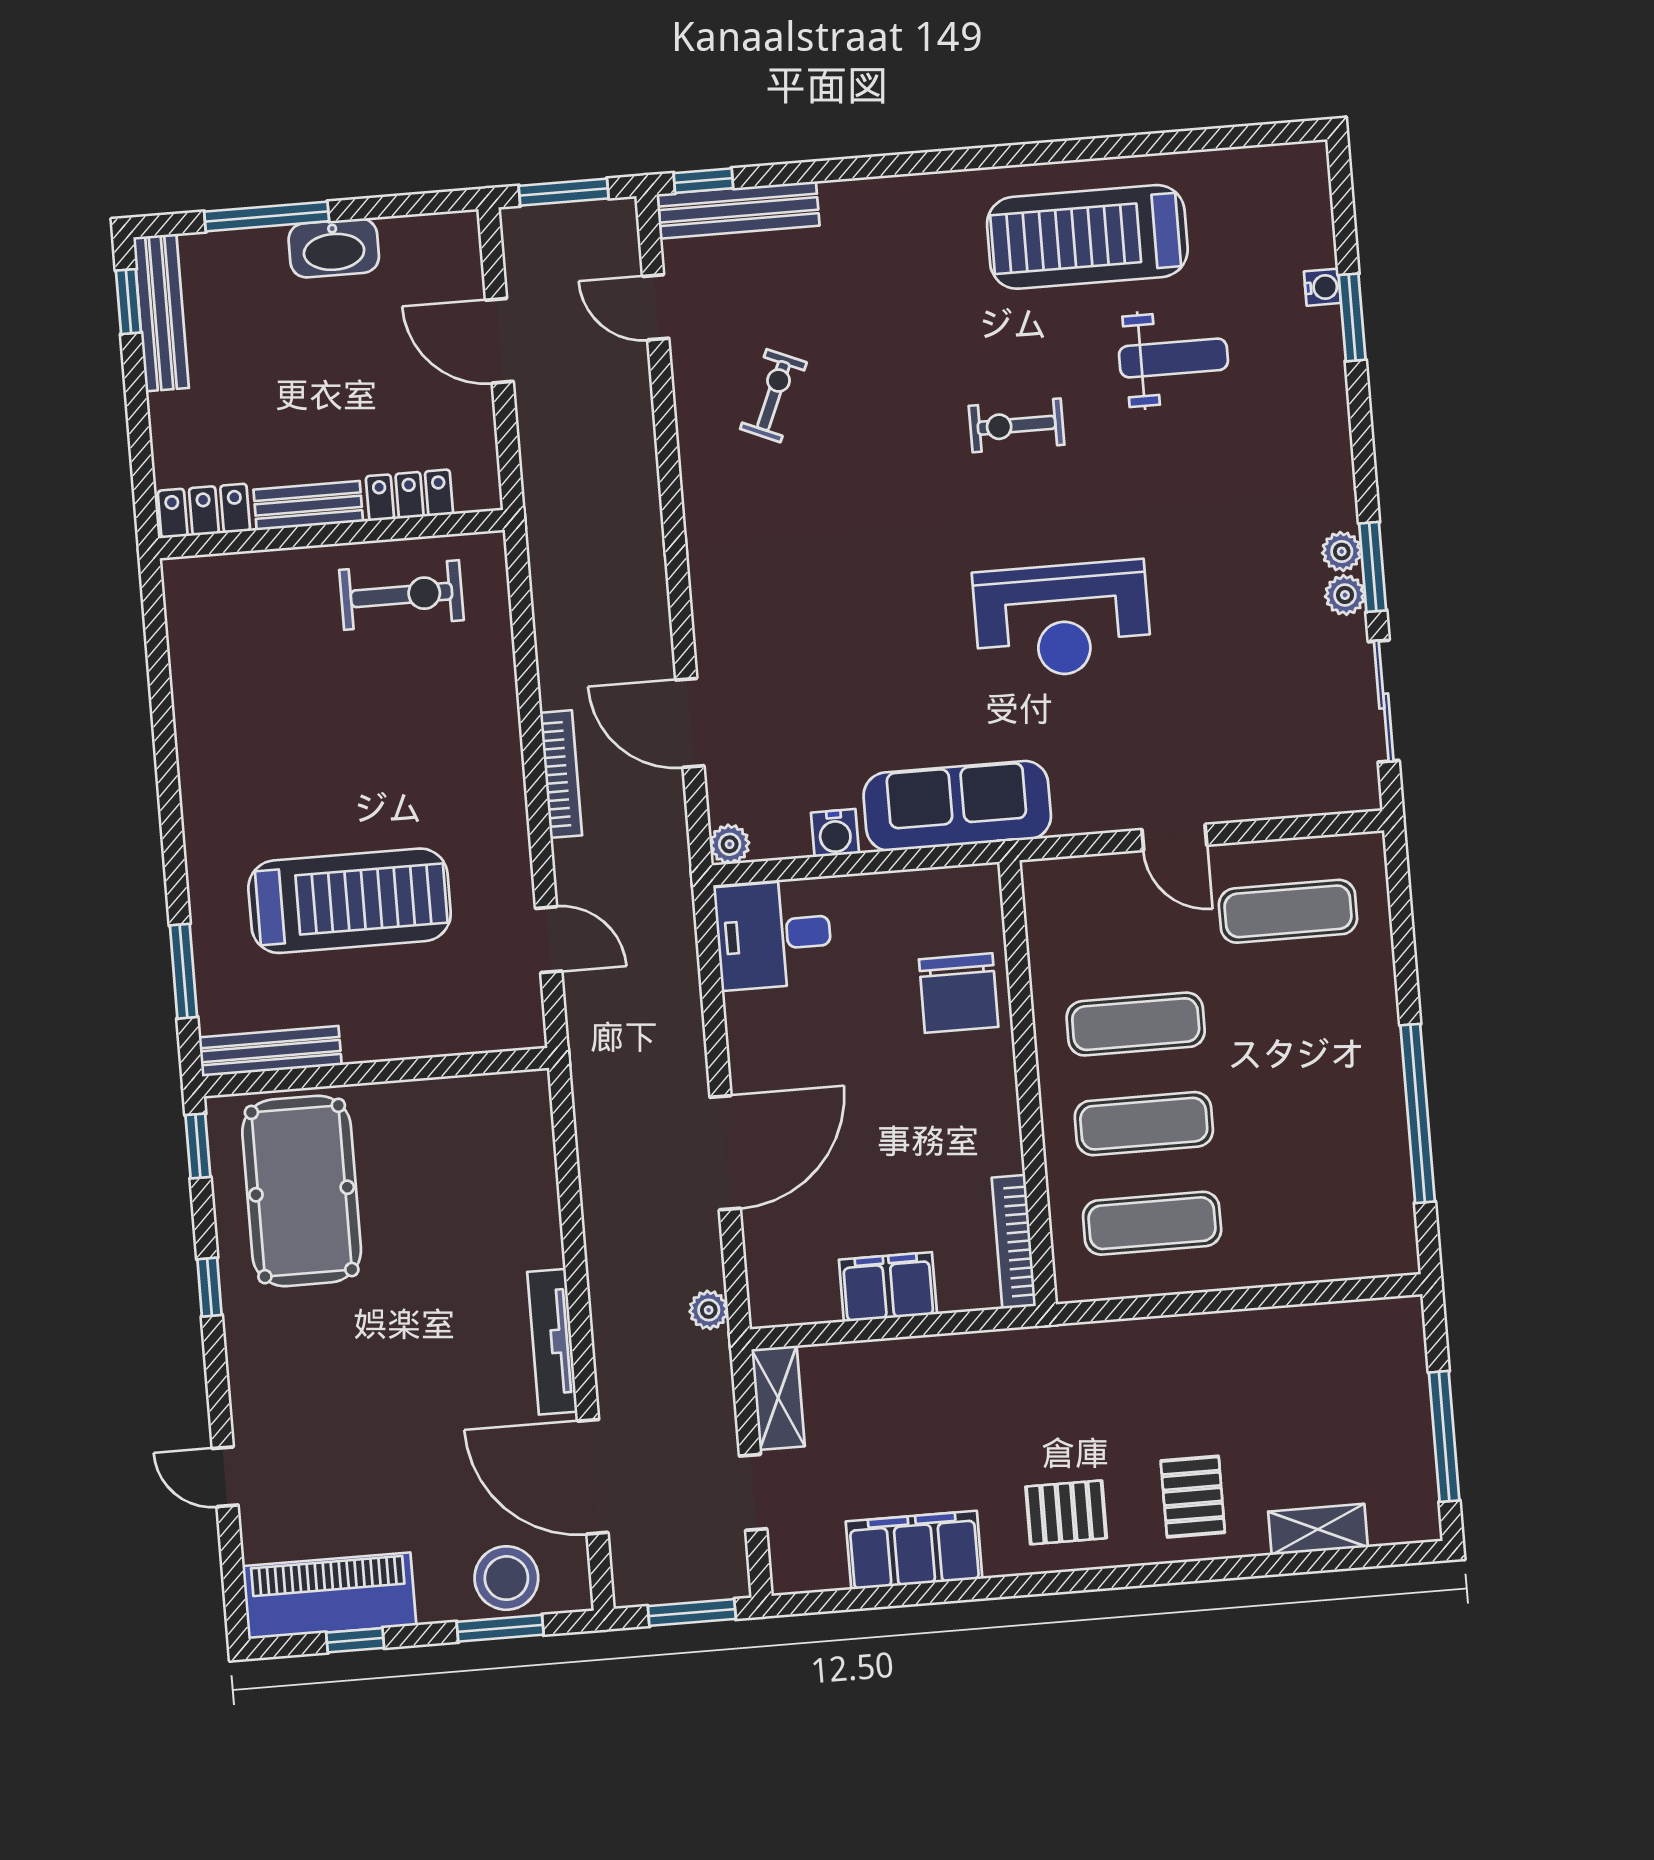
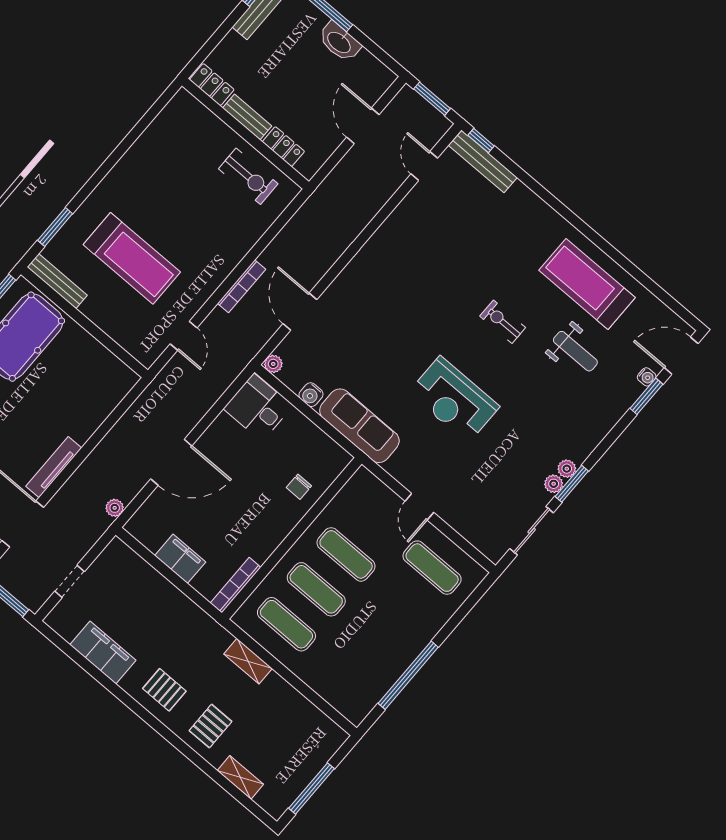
door: (1343, 201) -> (681, 356), added
exercise bike: (773, 396) -> (434, 233), removed
chair: (959, 993) -> (299, 487), width x0.54, depth x0.54
shelving: (778, 1398) -> (248, 661), moved, turned 90

